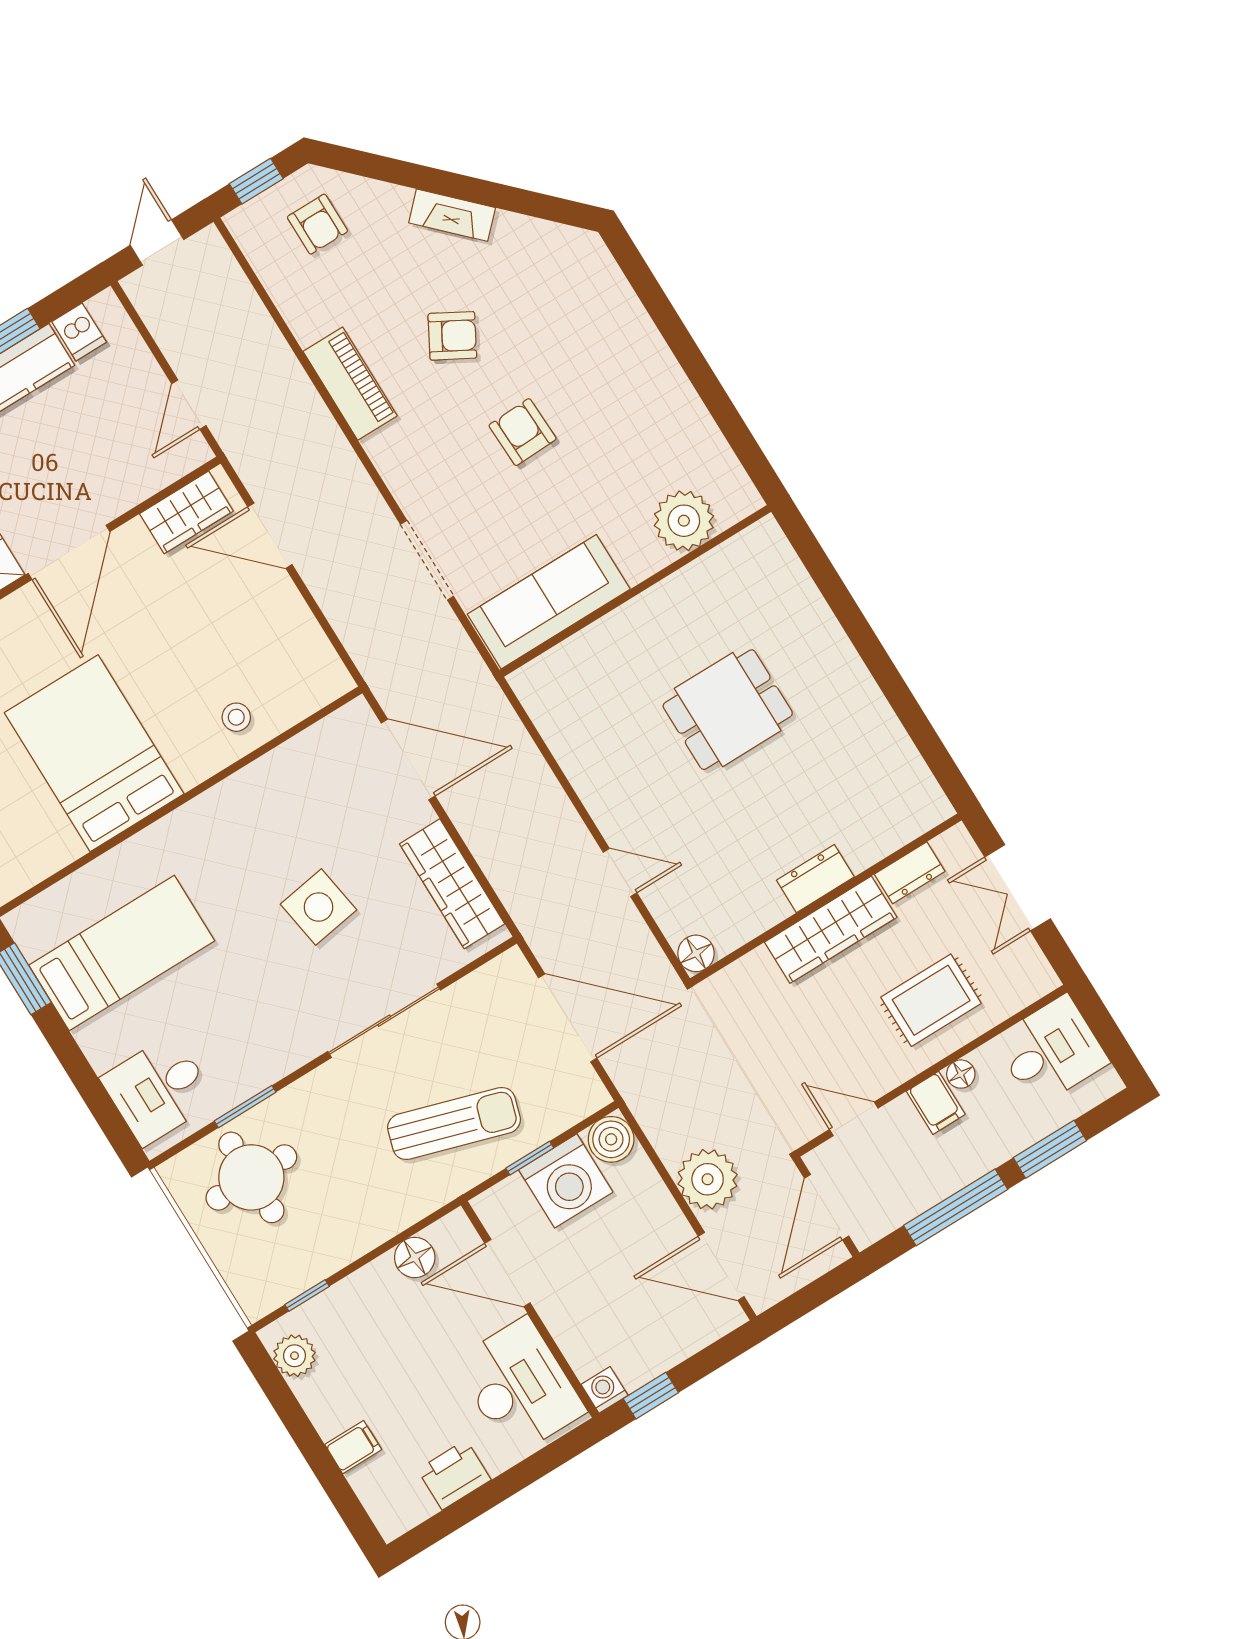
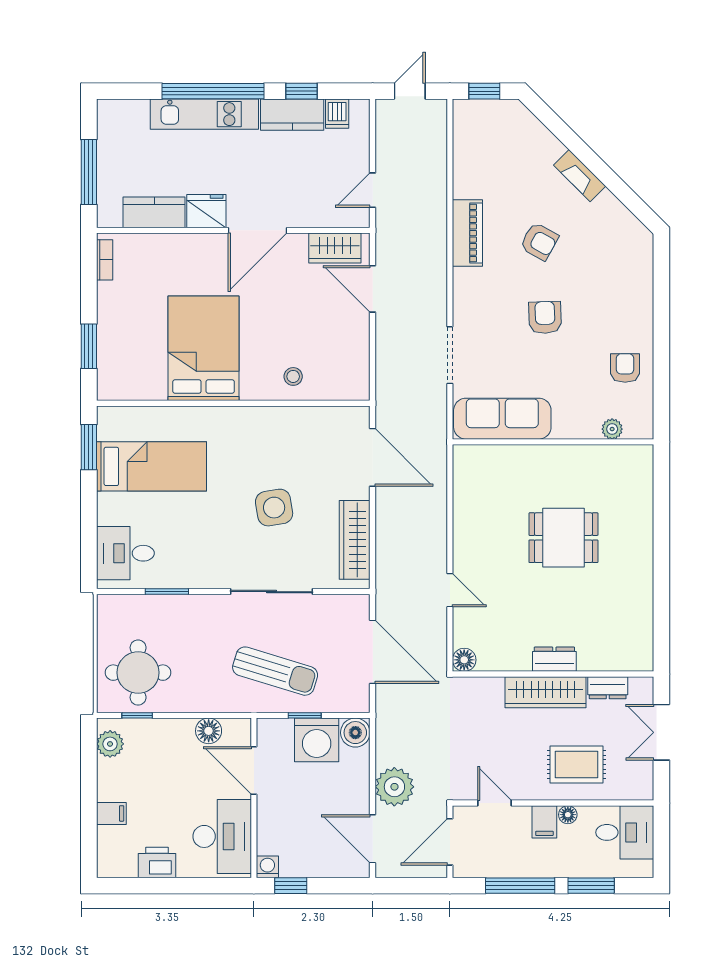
armchair: (317, 224) -> (625, 368), moved, turned 180
plant: (684, 521) -> (612, 429), width x0.53, depth x0.53
round table: (251, 1177) -> (138, 673), moved

